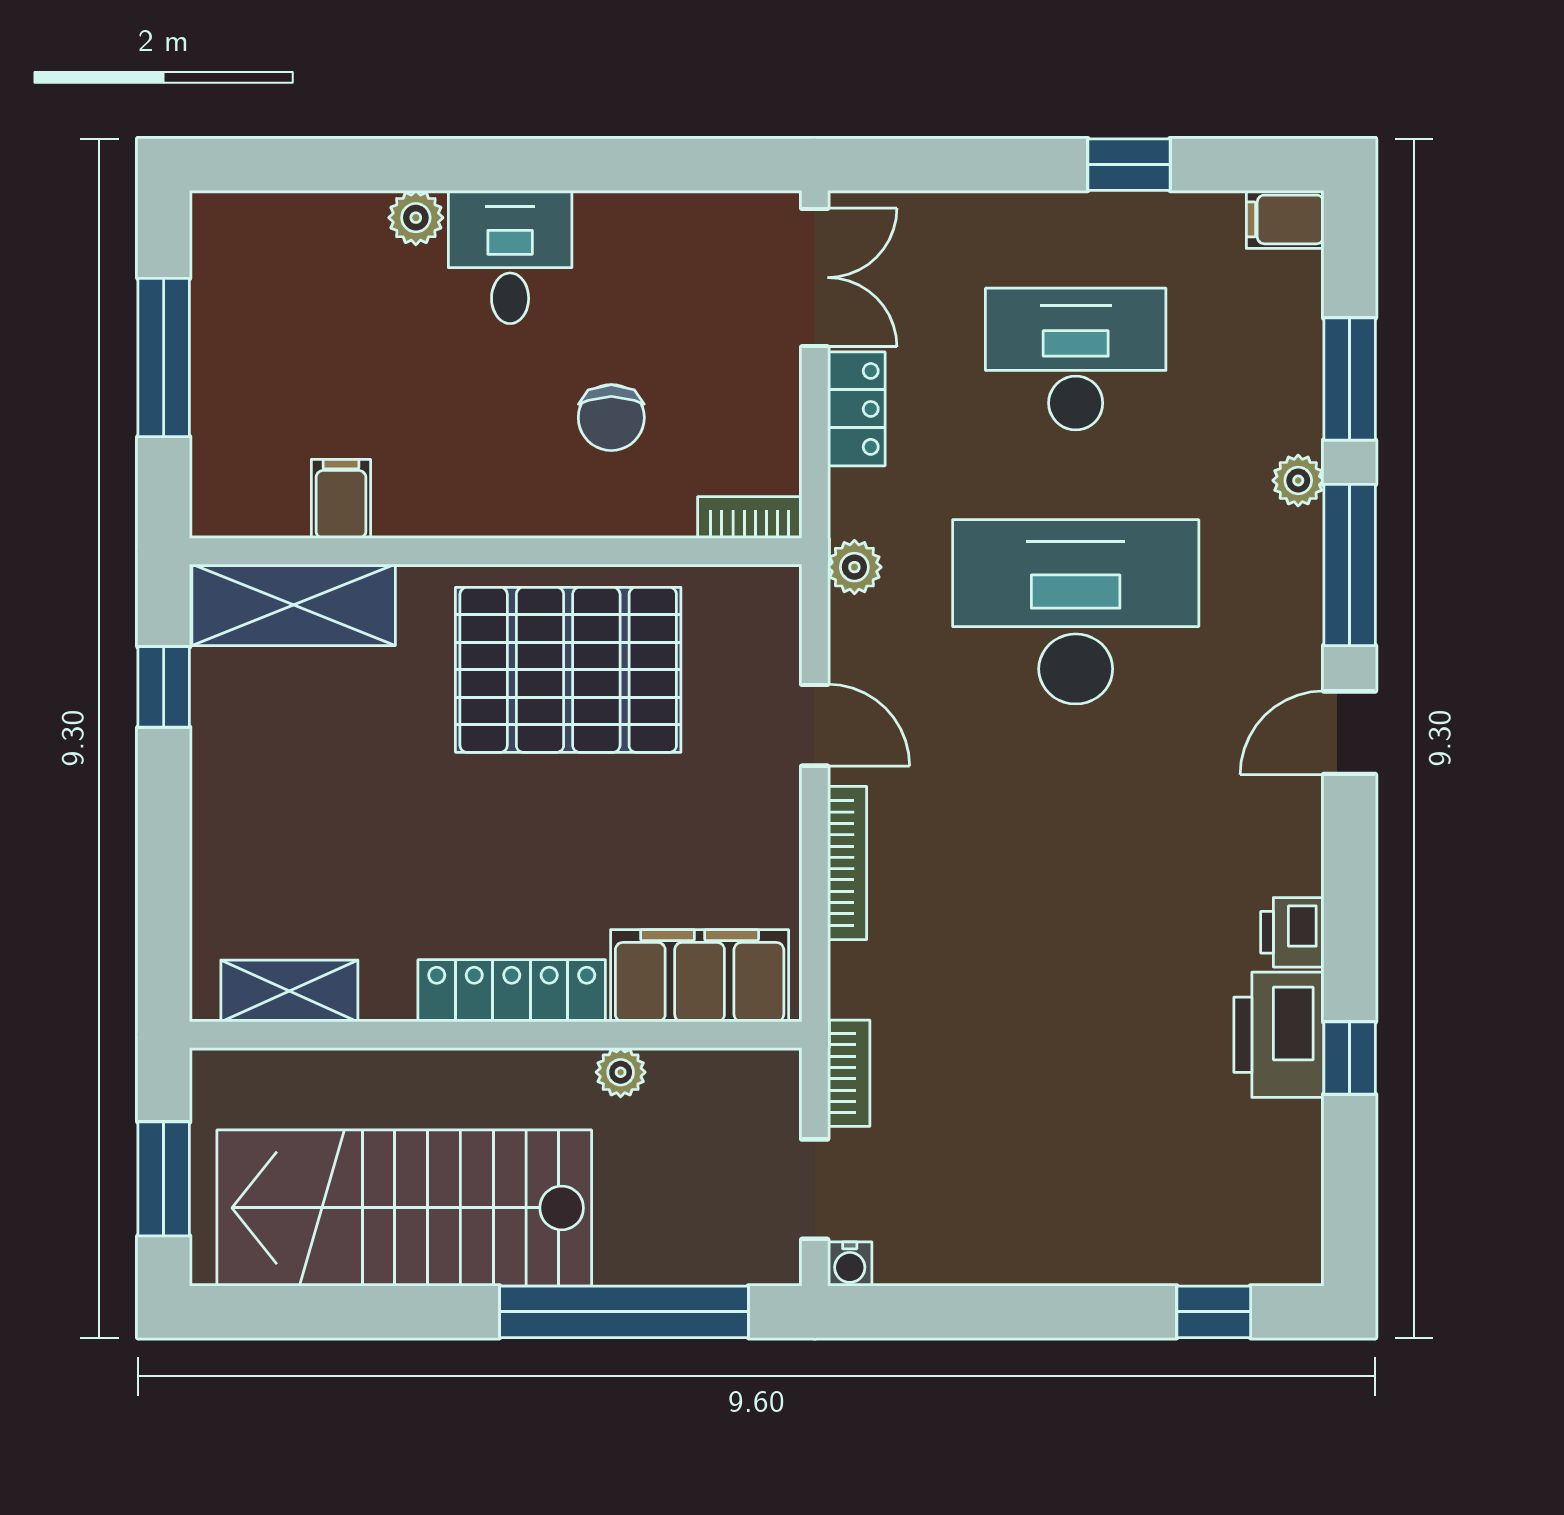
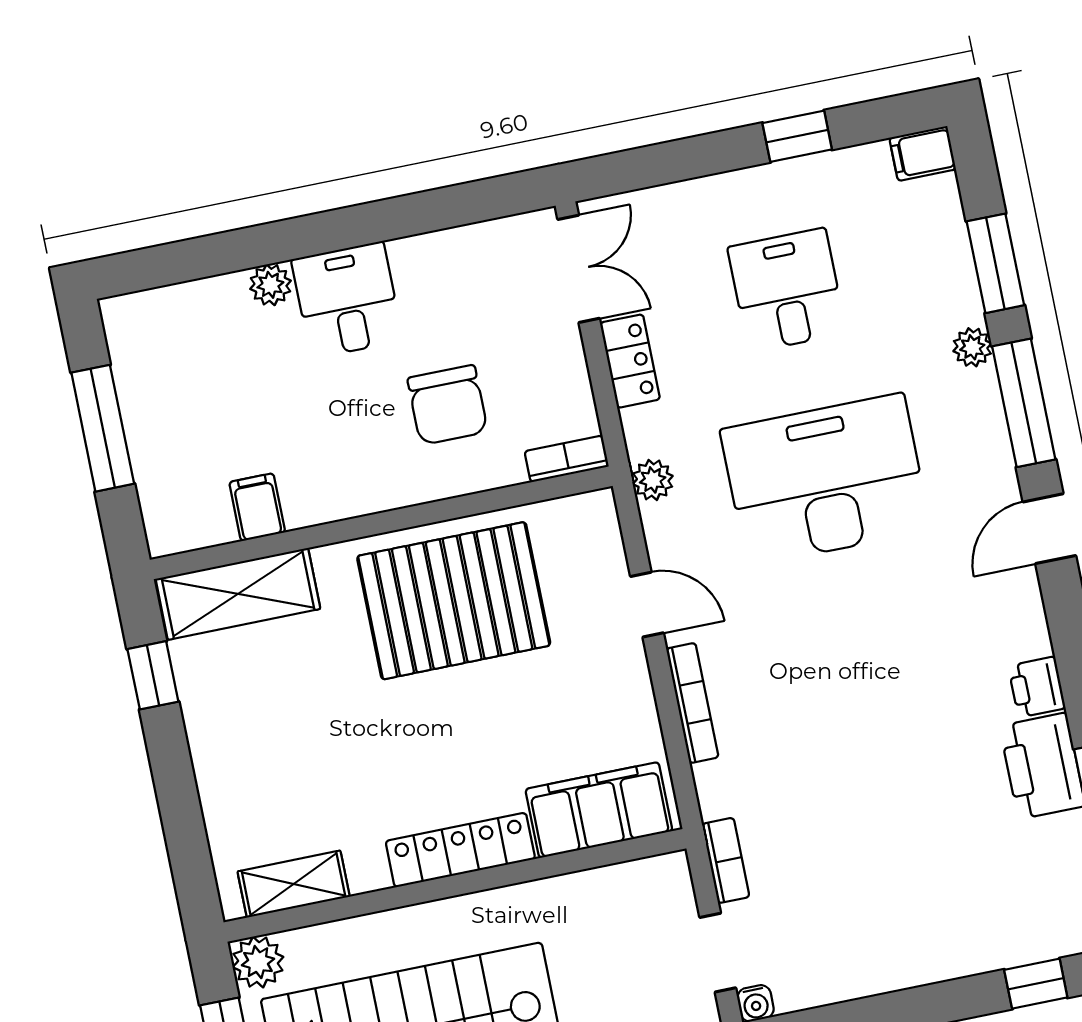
desk: (1076, 359) -> (787, 290), width x0.73
chair: (611, 418) -> (448, 405), width x1.37, depth x1.37
plant: (621, 1072) -> (258, 962), moved, width x1.38, depth x1.38

